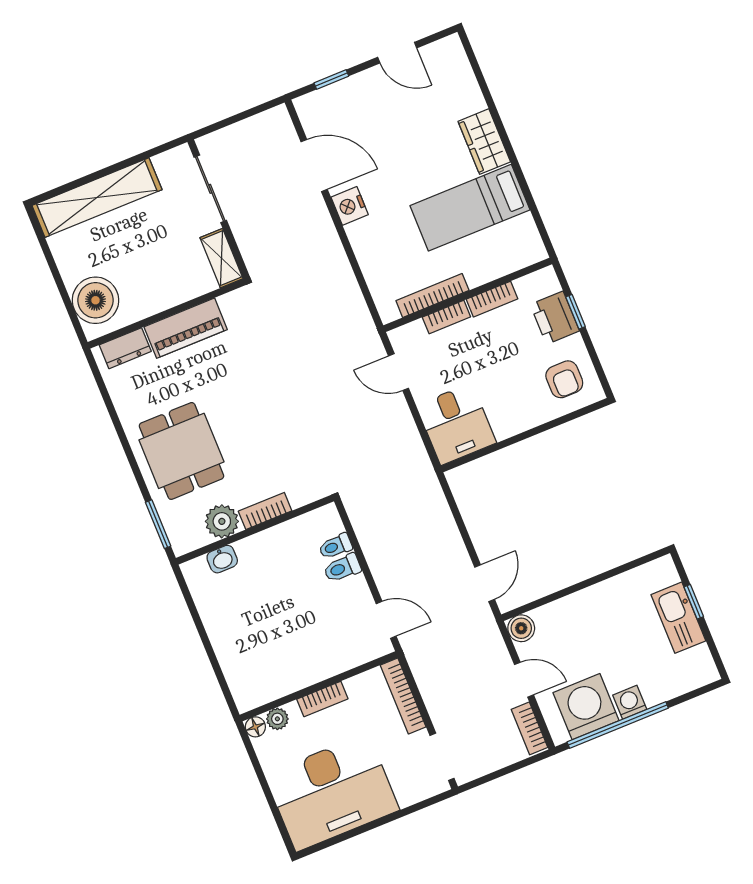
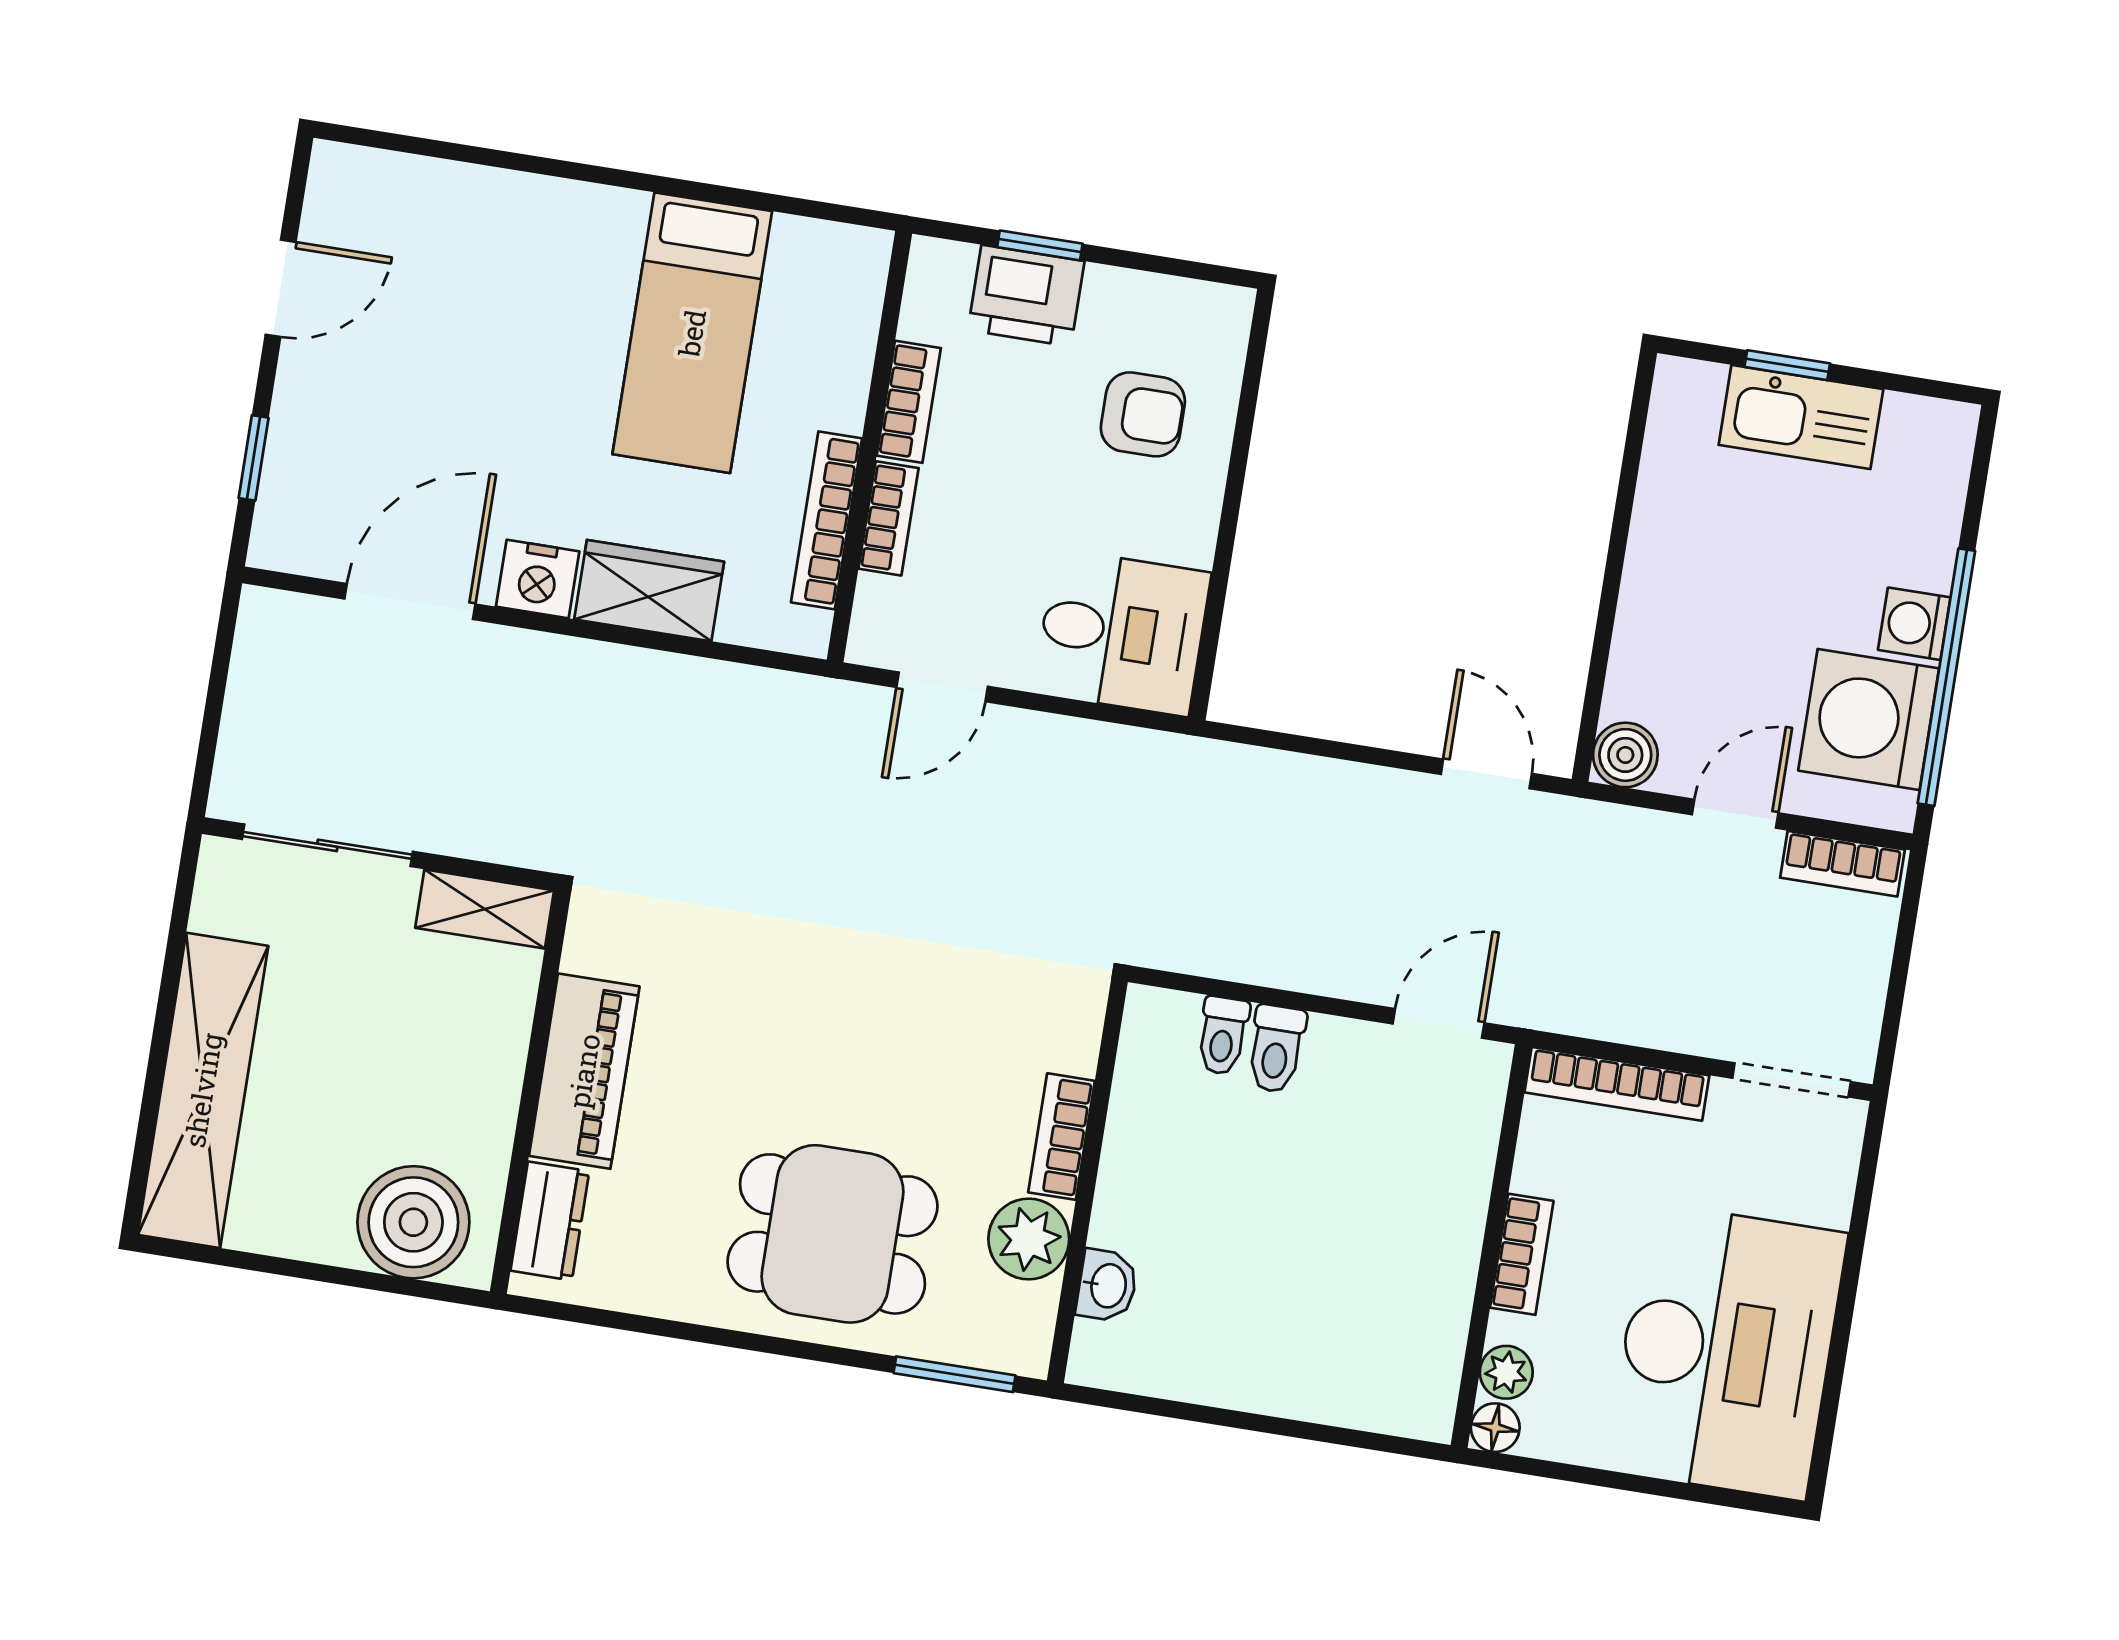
wardrobe: (484, 142) -> (649, 591), moved, turned 180
armchair: (564, 379) -> (1143, 414), moved

